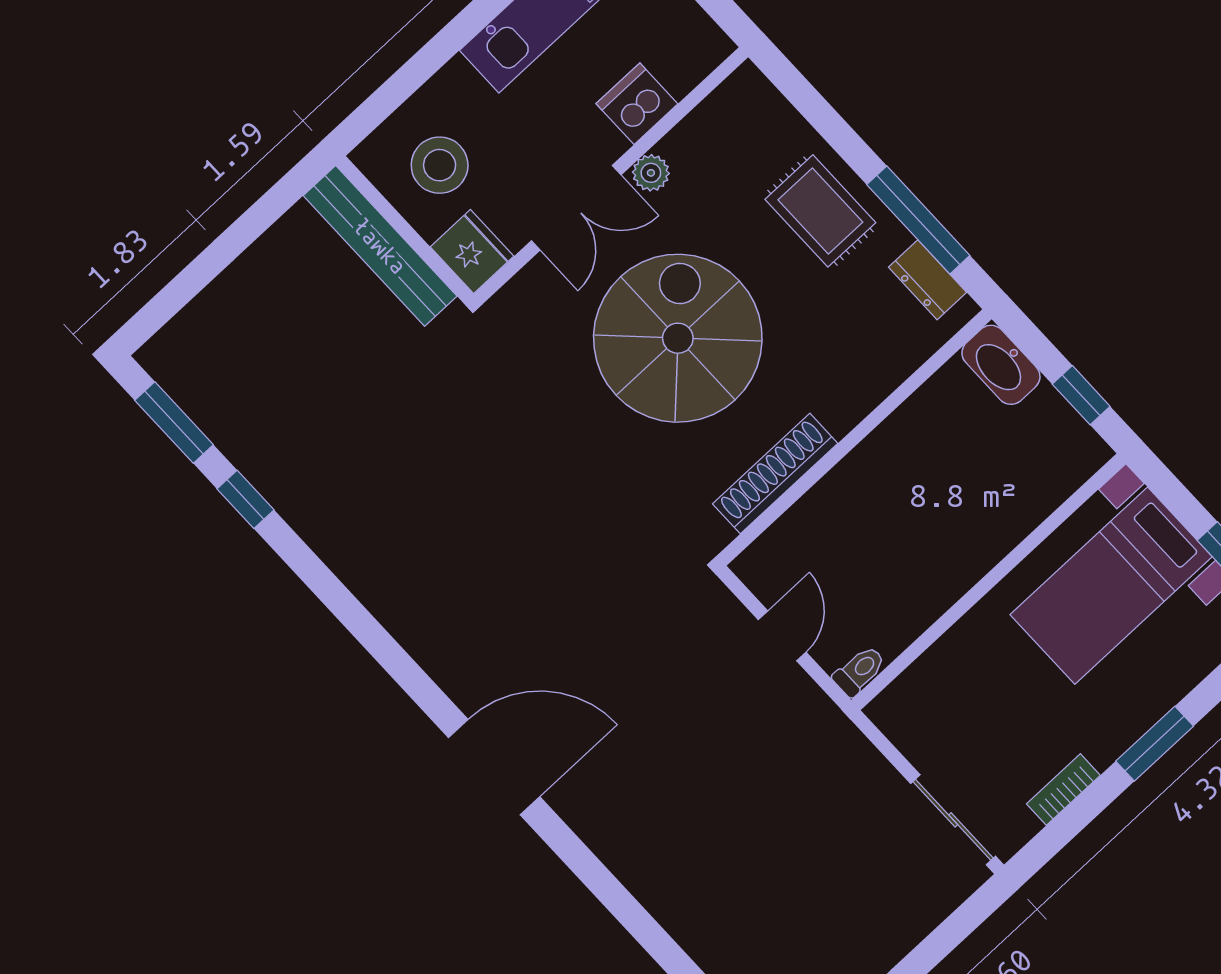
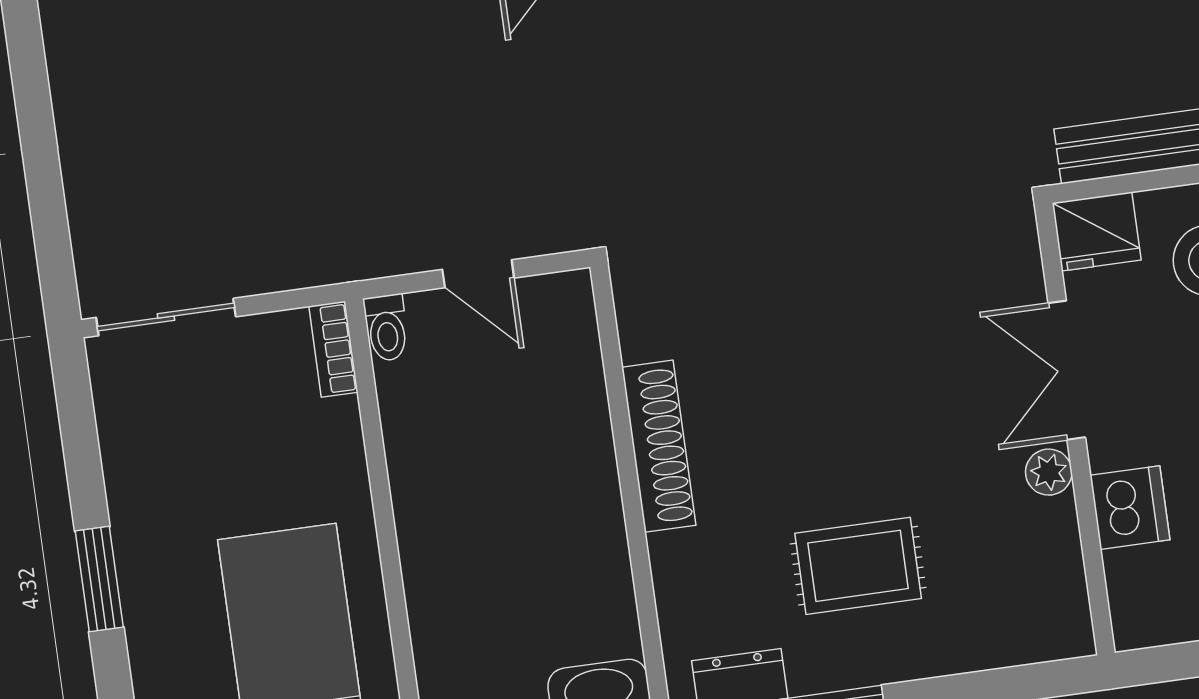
rug: (820, 211) -> (858, 566), moved
spiral stairs: (678, 338) -> (859, 381), removed
shoe rack: (775, 474) -> (659, 446), moved
bookcase: (1063, 790) -> (333, 349), moved, turned 180

